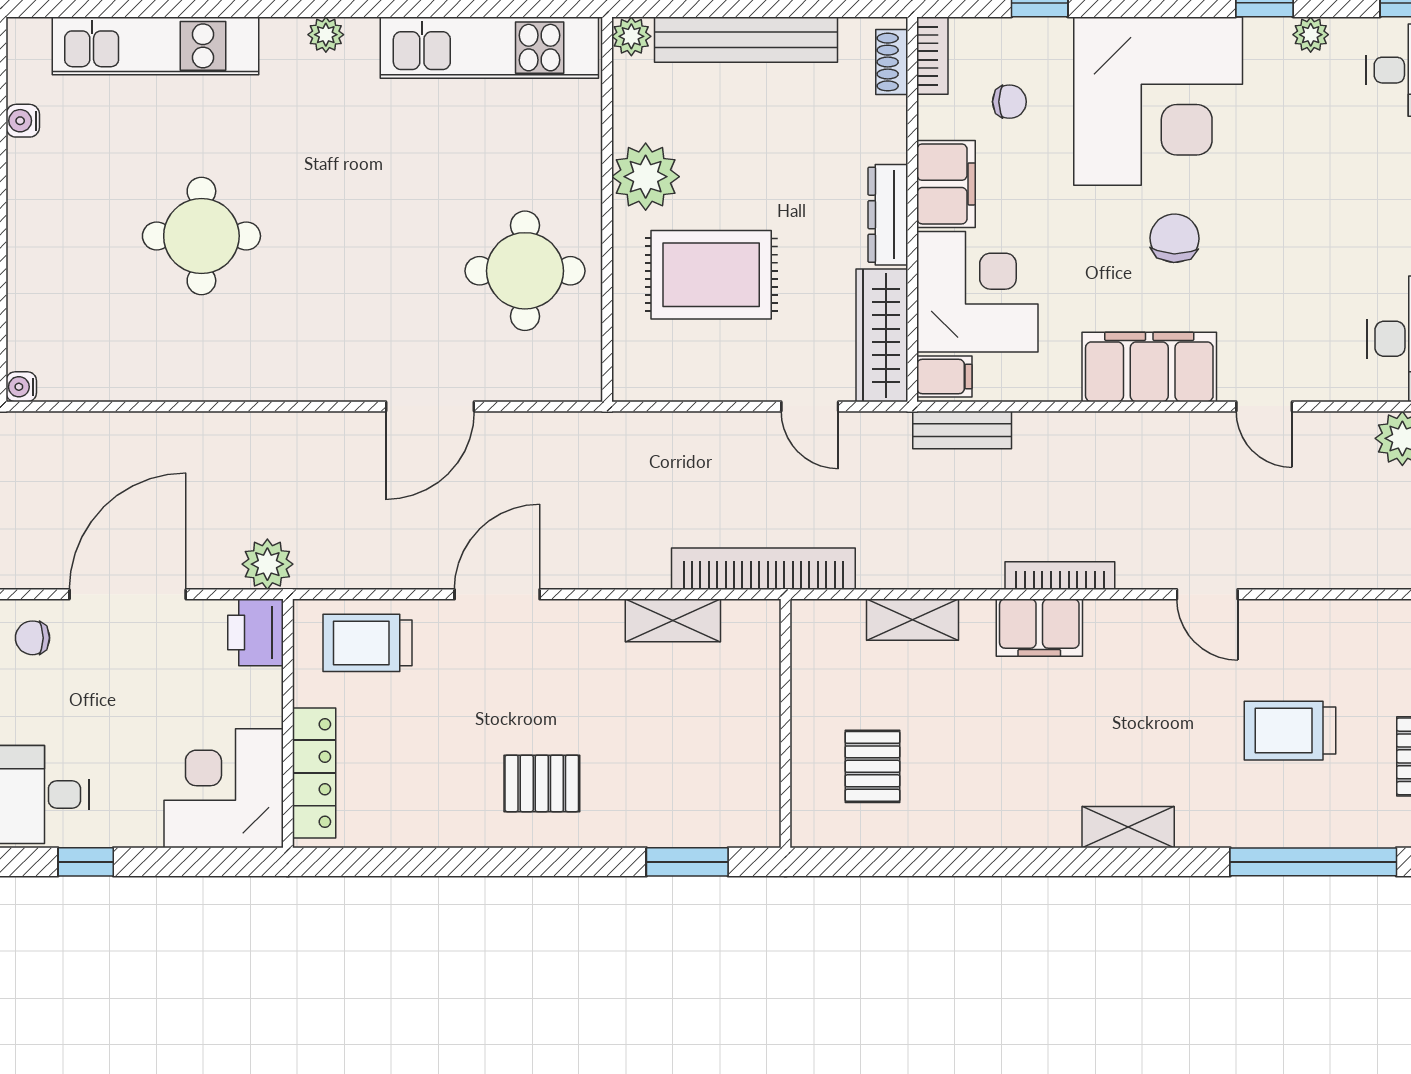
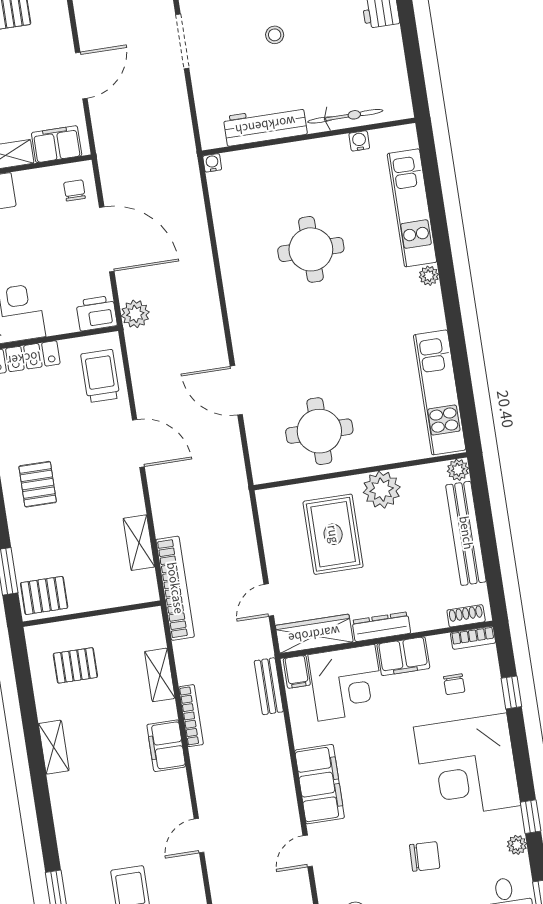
plant: (326, 35) -> (429, 276), moved
chair: (1175, 238) -> (425, 856), moved
bookcase: (1060, 576) -> (191, 716), moved
pallet: (740, 802) -> (44, 595), added
shelving: (1128, 827) -> (54, 747), moved

